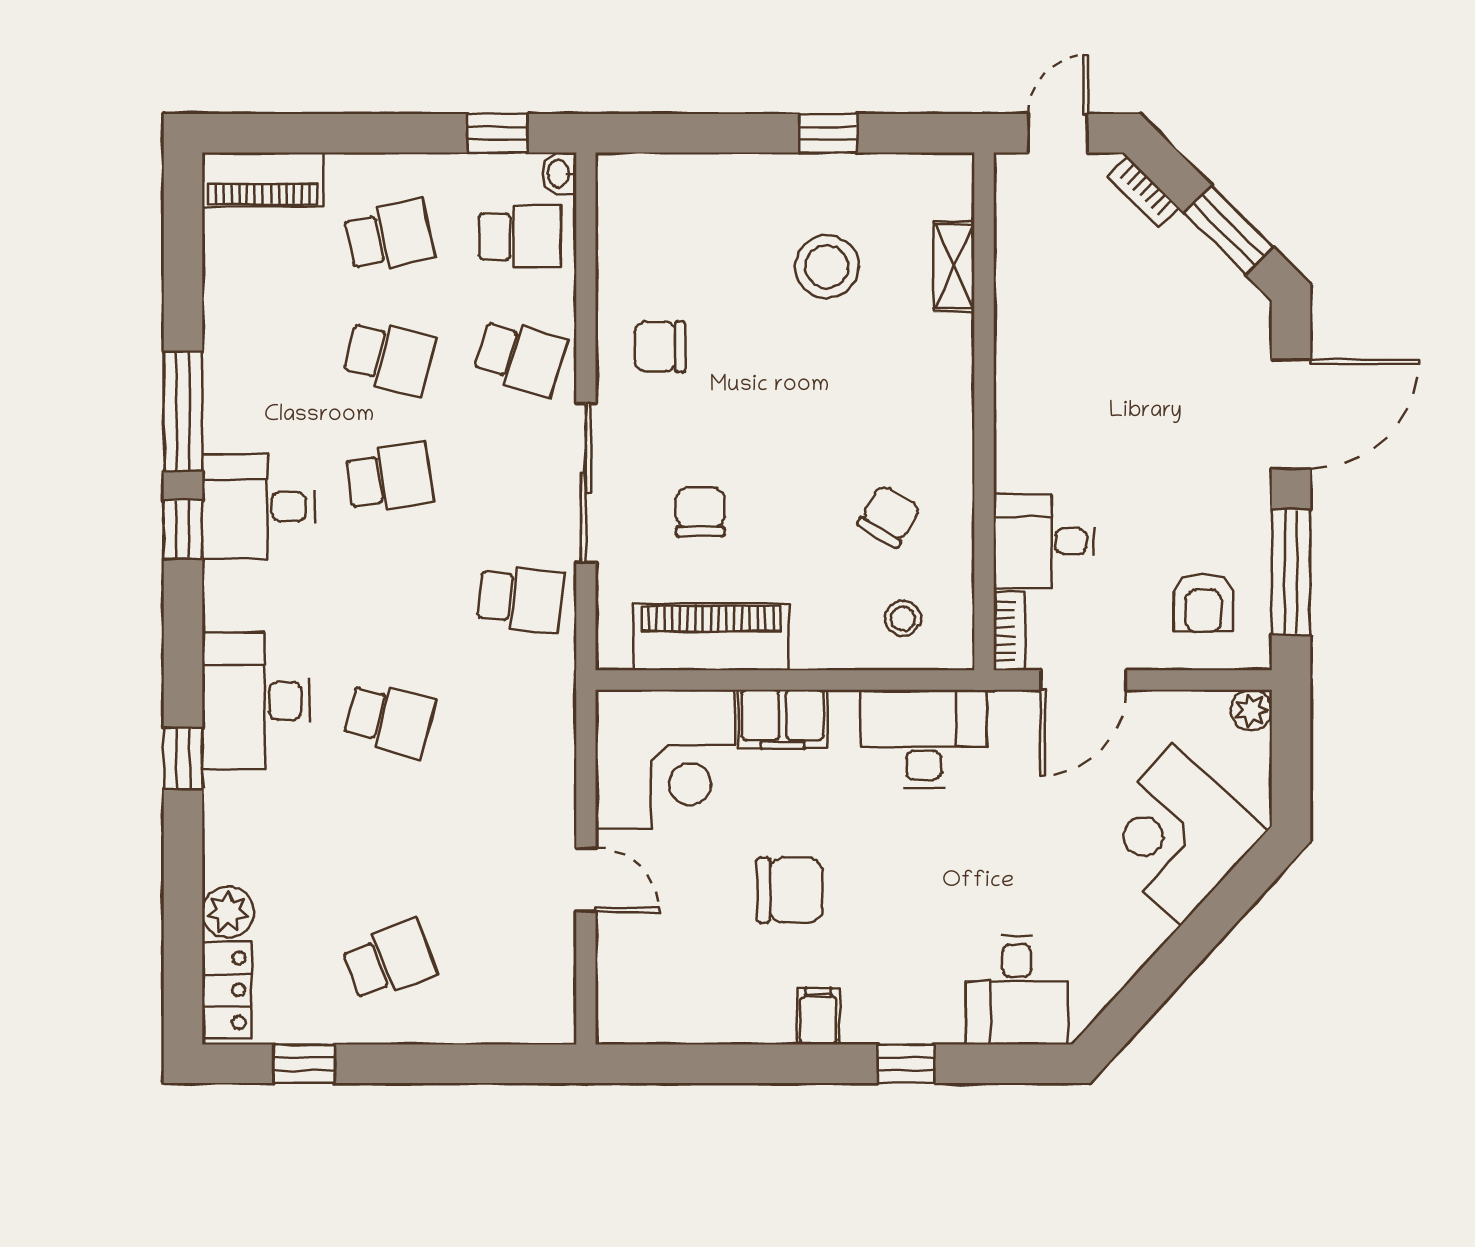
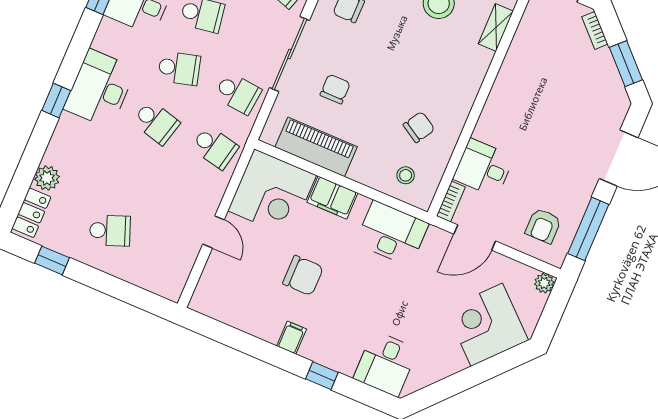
school desk: (389, 599) -> (179, 68), added
school desk: (520, 719) -> (215, 147), added

